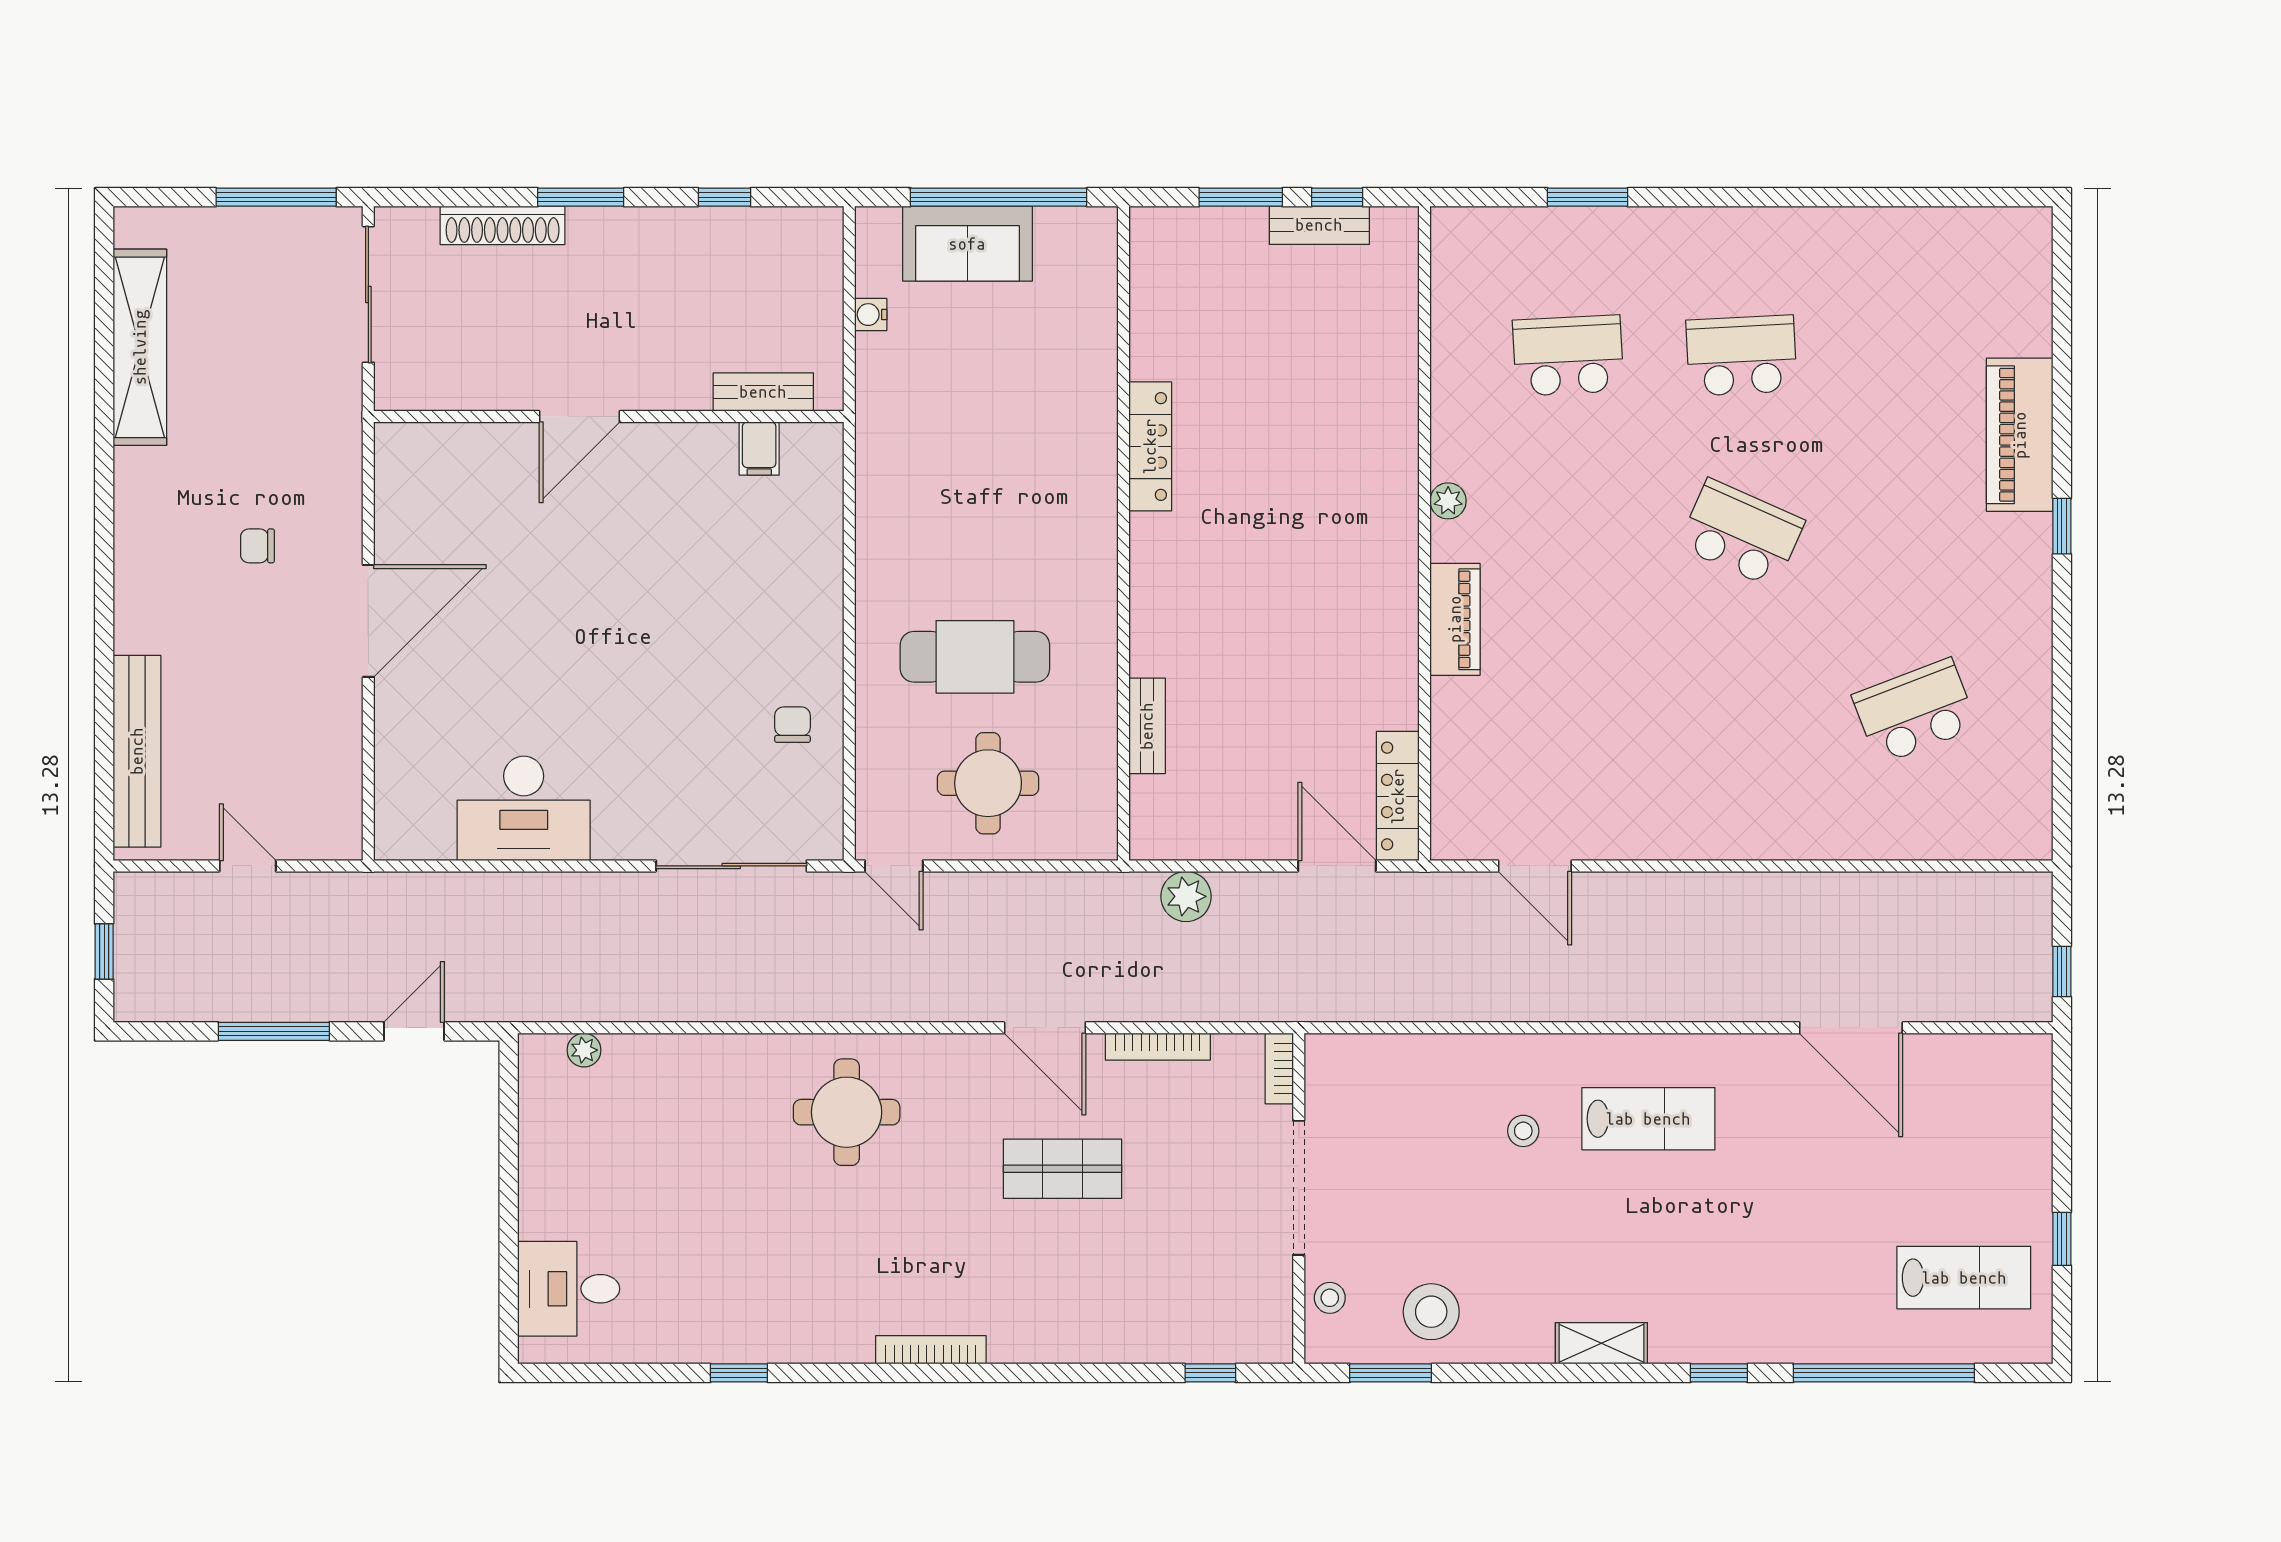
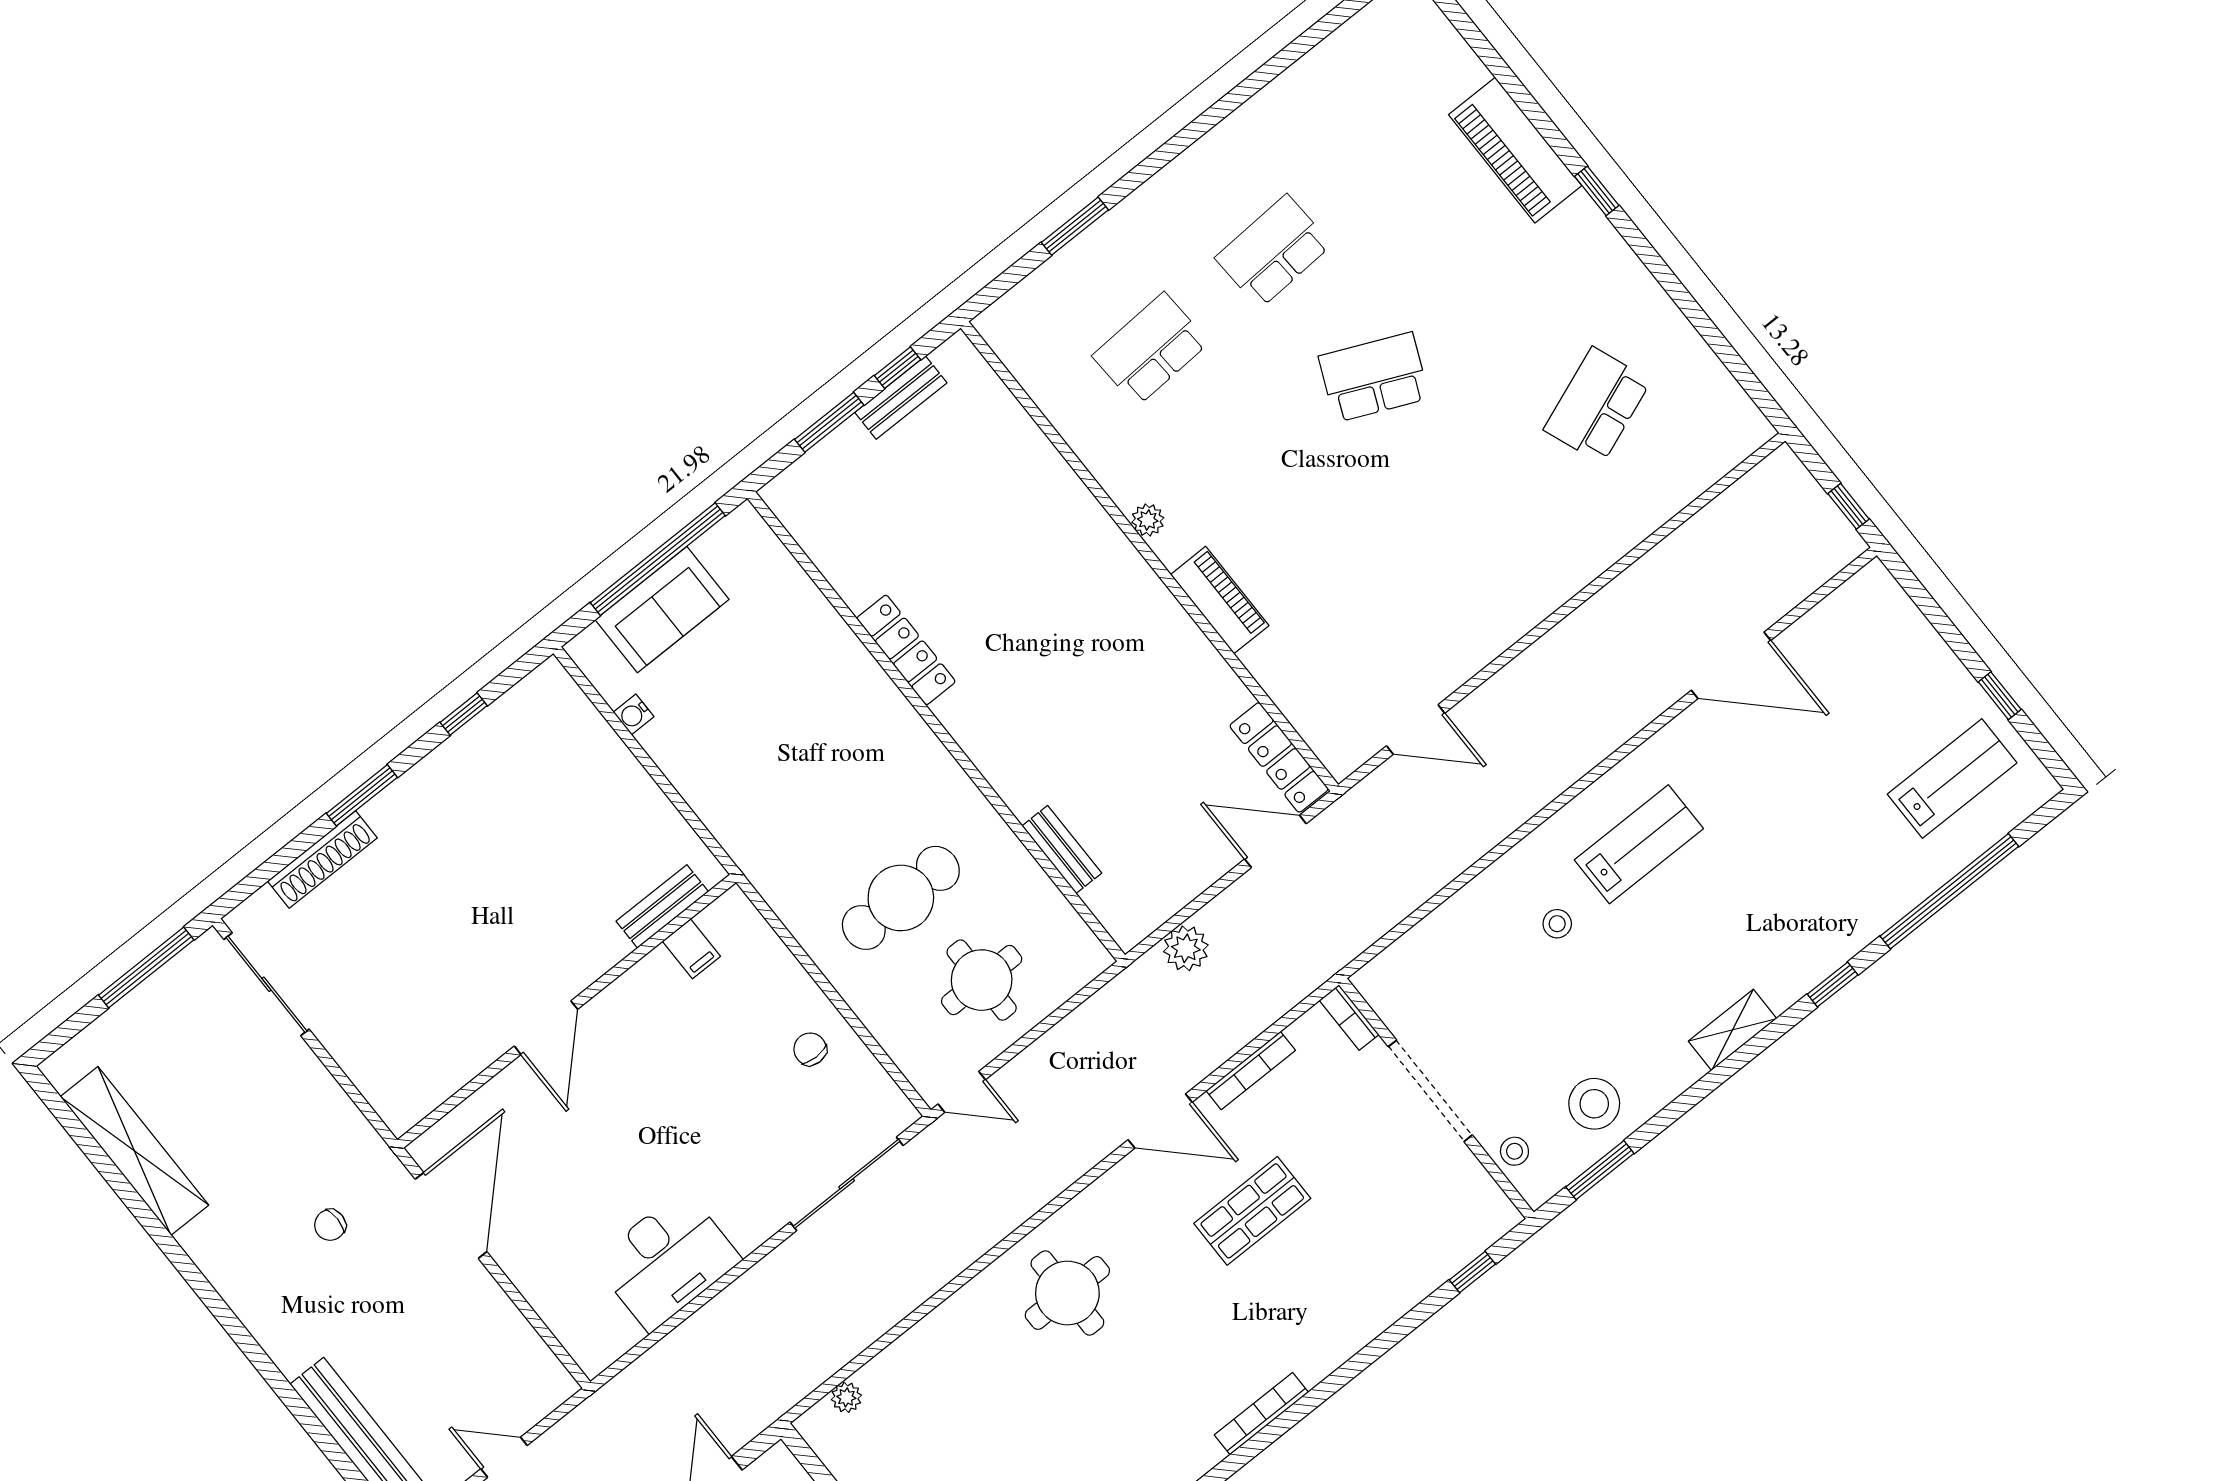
bench: (763, 392) -> (662, 906), moved
door: (579, 417) -> (546, 1028), moved
wall: (609, 417) -> (567, 1011), moved
filing cabinet: (759, 449) -> (691, 949), moved

